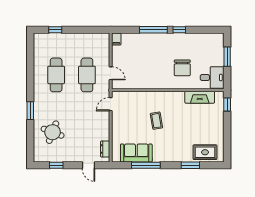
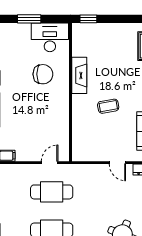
desk: (212, 78) -> (50, 37), width x1.37
fireplace: (200, 97) -> (79, 75), moved
door: (111, 104) -> (117, 163), moved

